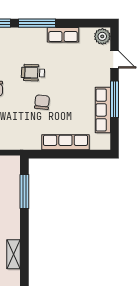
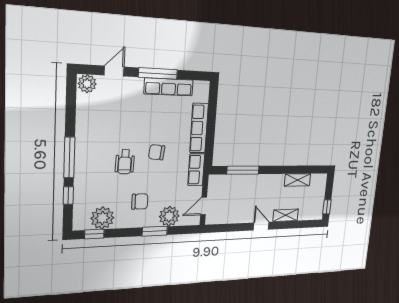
row of seats: (63, 35) -> (196, 170), moved, turned 180

